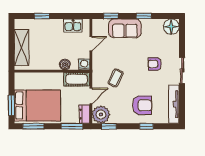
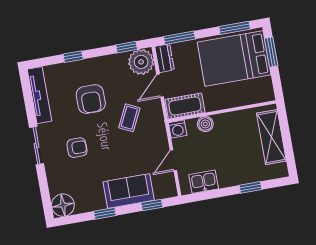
armchair: (142, 105) -> (91, 99), moved, turned -90

